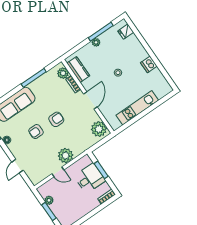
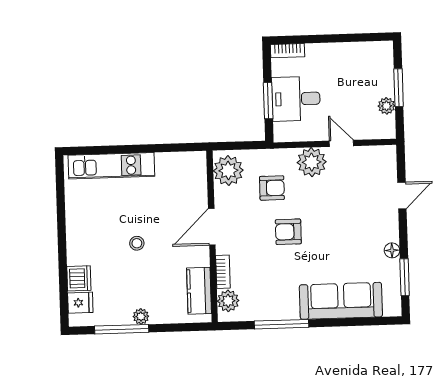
dishwasher: (149, 64) -> (79, 278), moved
kitchen unit: (137, 108) -> (111, 166), moved
armchair: (36, 132) -> (272, 188), moved

